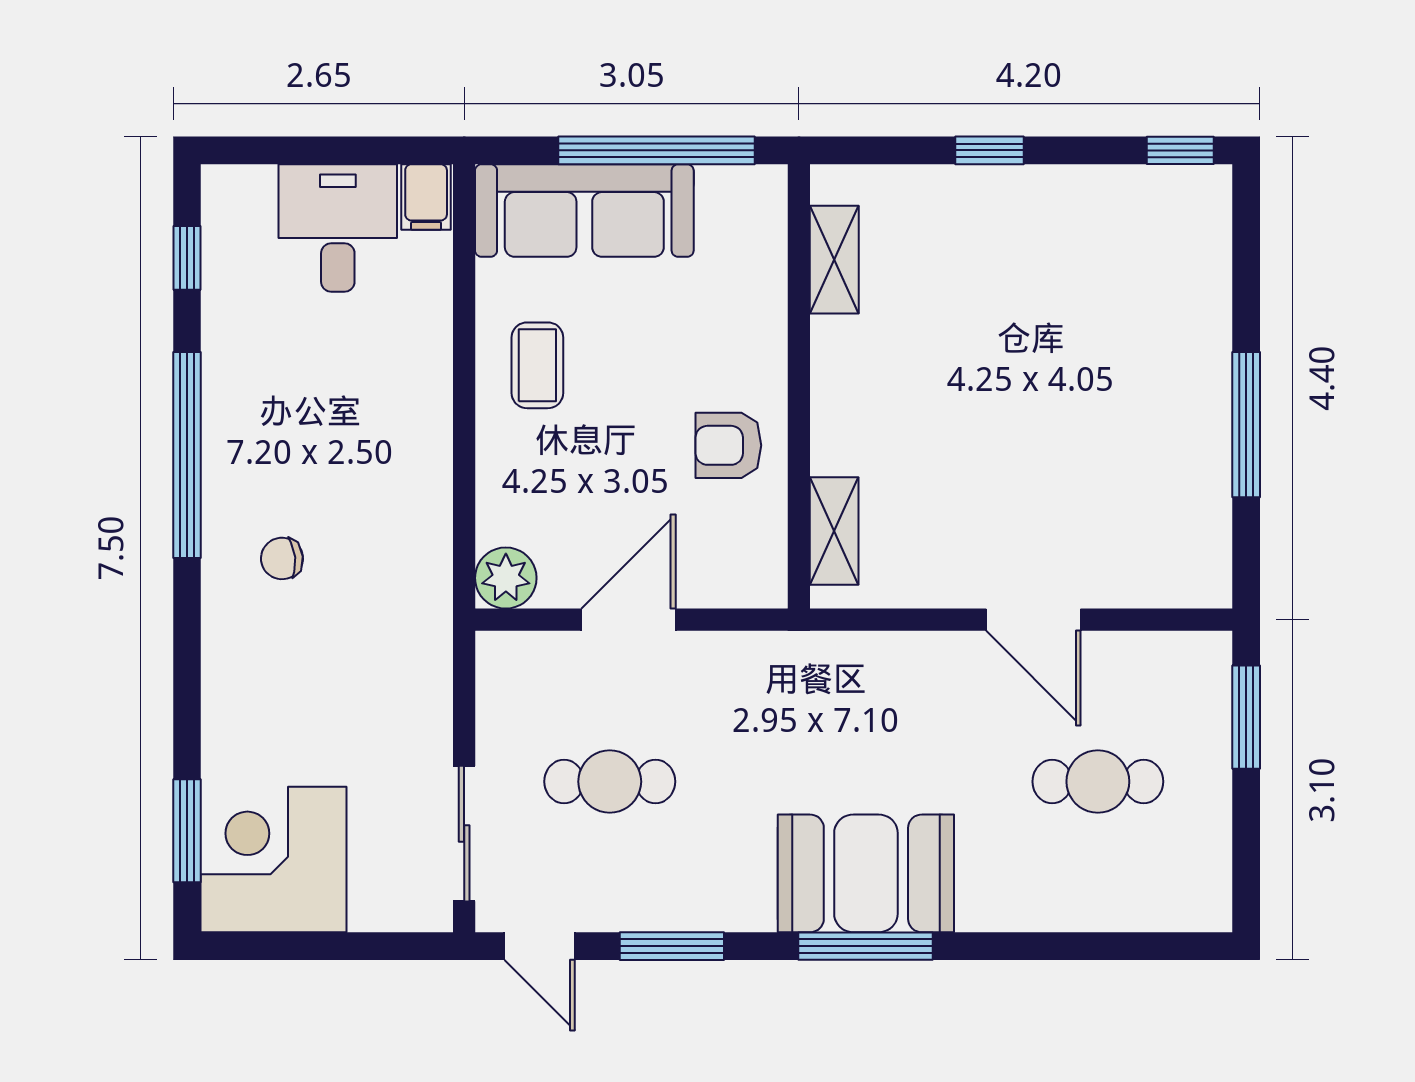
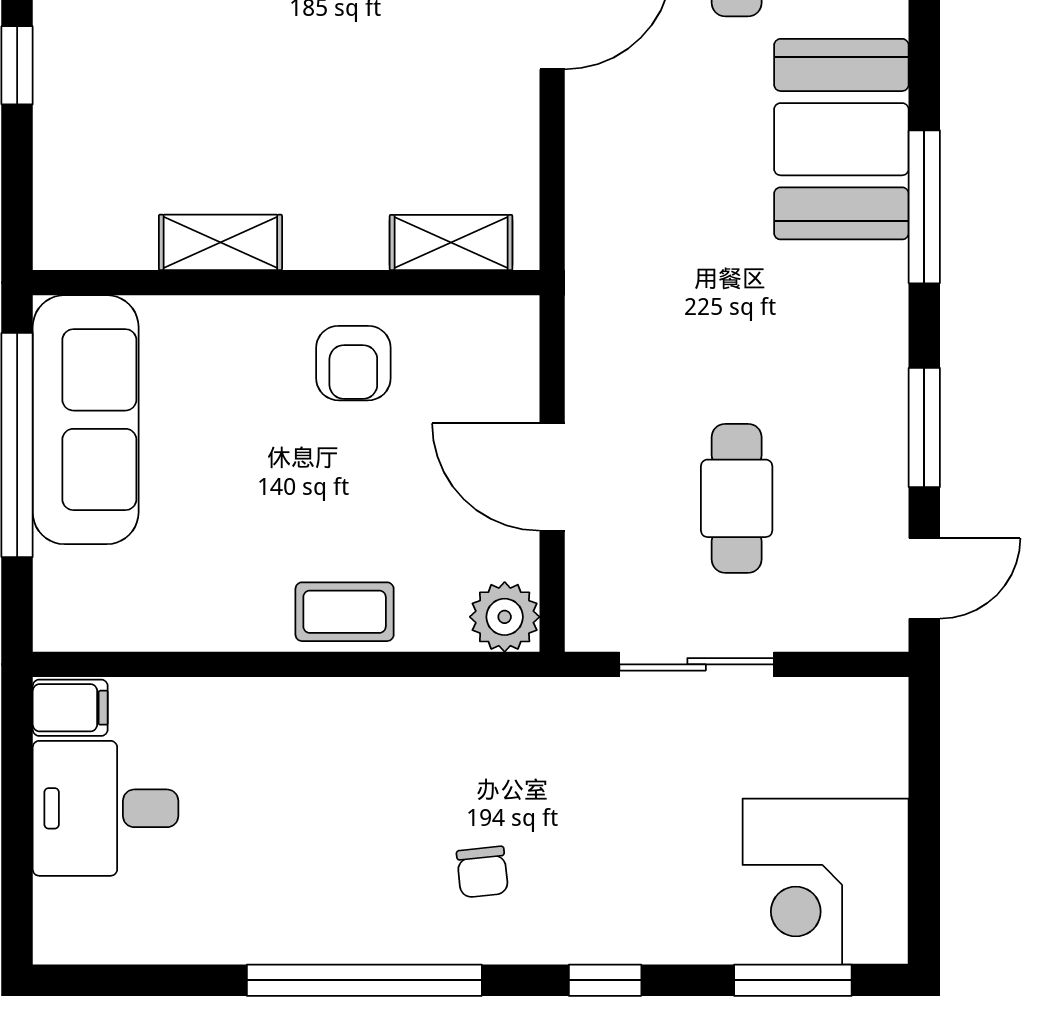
sofa: (584, 211) -> (86, 420), moved
window: (187, 258) -> (605, 980), moved
shelving: (834, 260) -> (220, 242), moved
coffee table: (537, 365) -> (345, 612), moved
sliding door: (464, 834) -> (697, 664), moved
booth: (866, 873) -> (841, 139), moved

